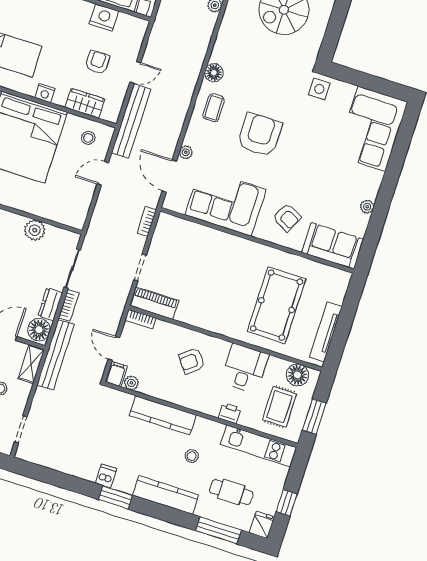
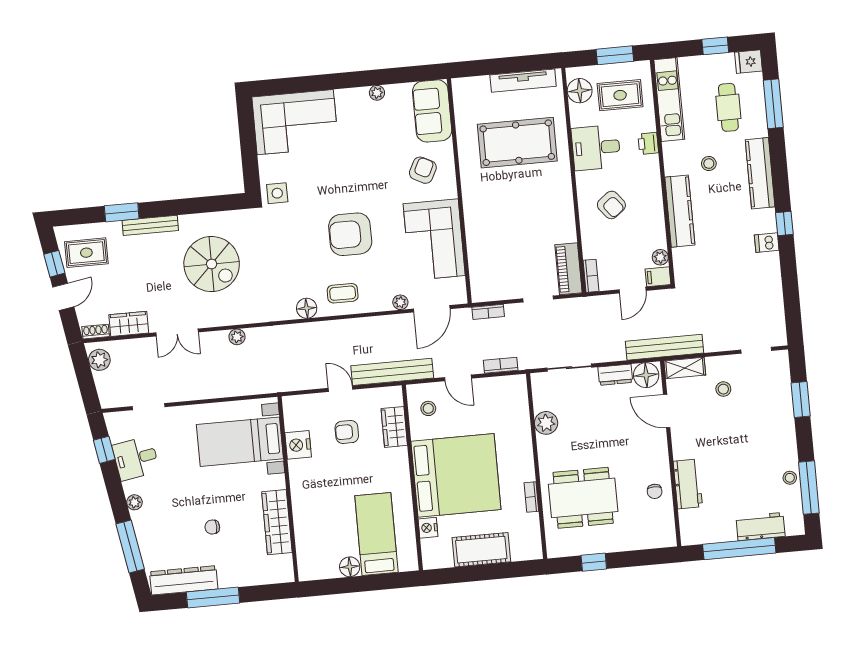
nightstand: (45, 93) -> (401, 472), removed
bookcase: (69, 305) -> (501, 365), moved
window: (116, 497) -> (784, 224), width x0.67

